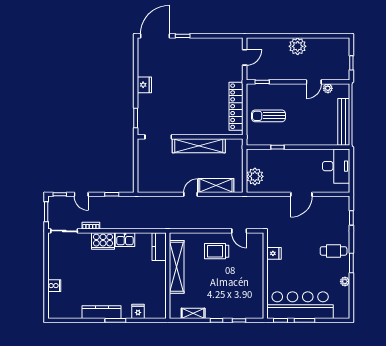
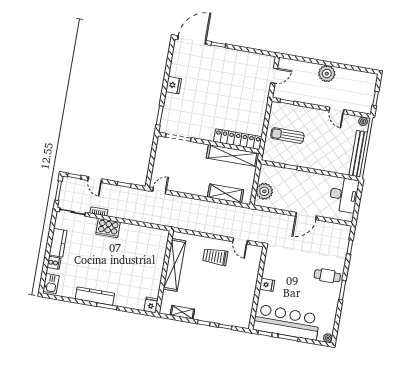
door: (314, 82) -> (336, 110), hinge flipped
plant: (328, 88) -> (363, 121), moved
locker: (236, 106) -> (238, 139), moved, turned 90
shelving: (199, 146) -> (233, 156), moved
door: (191, 194) -> (159, 191), moved
kitchen sink: (125, 240) -> (51, 284), moved, turned -90
kitchen counter: (159, 247) -> (58, 243), moved, turned 180
fridge: (274, 253) -> (267, 285), moved
plant: (345, 281) -> (328, 338), moved
fridge: (138, 311) -> (151, 305), moved

